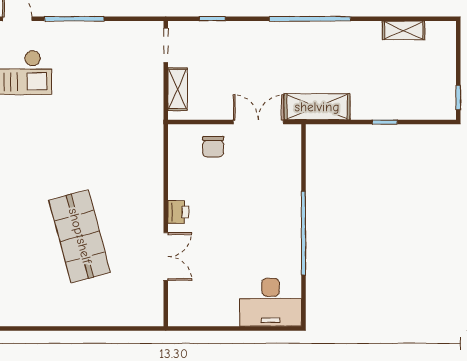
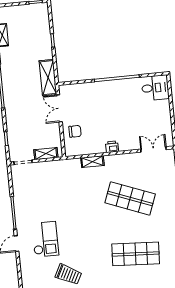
shelving: (154, 173) -> (92, 162), added
shop shelf: (80, 236) -> (130, 198), turned 36
double door: (166, 257) -> (153, 149), moved
desk: (271, 302) -> (155, 88), width x0.73

